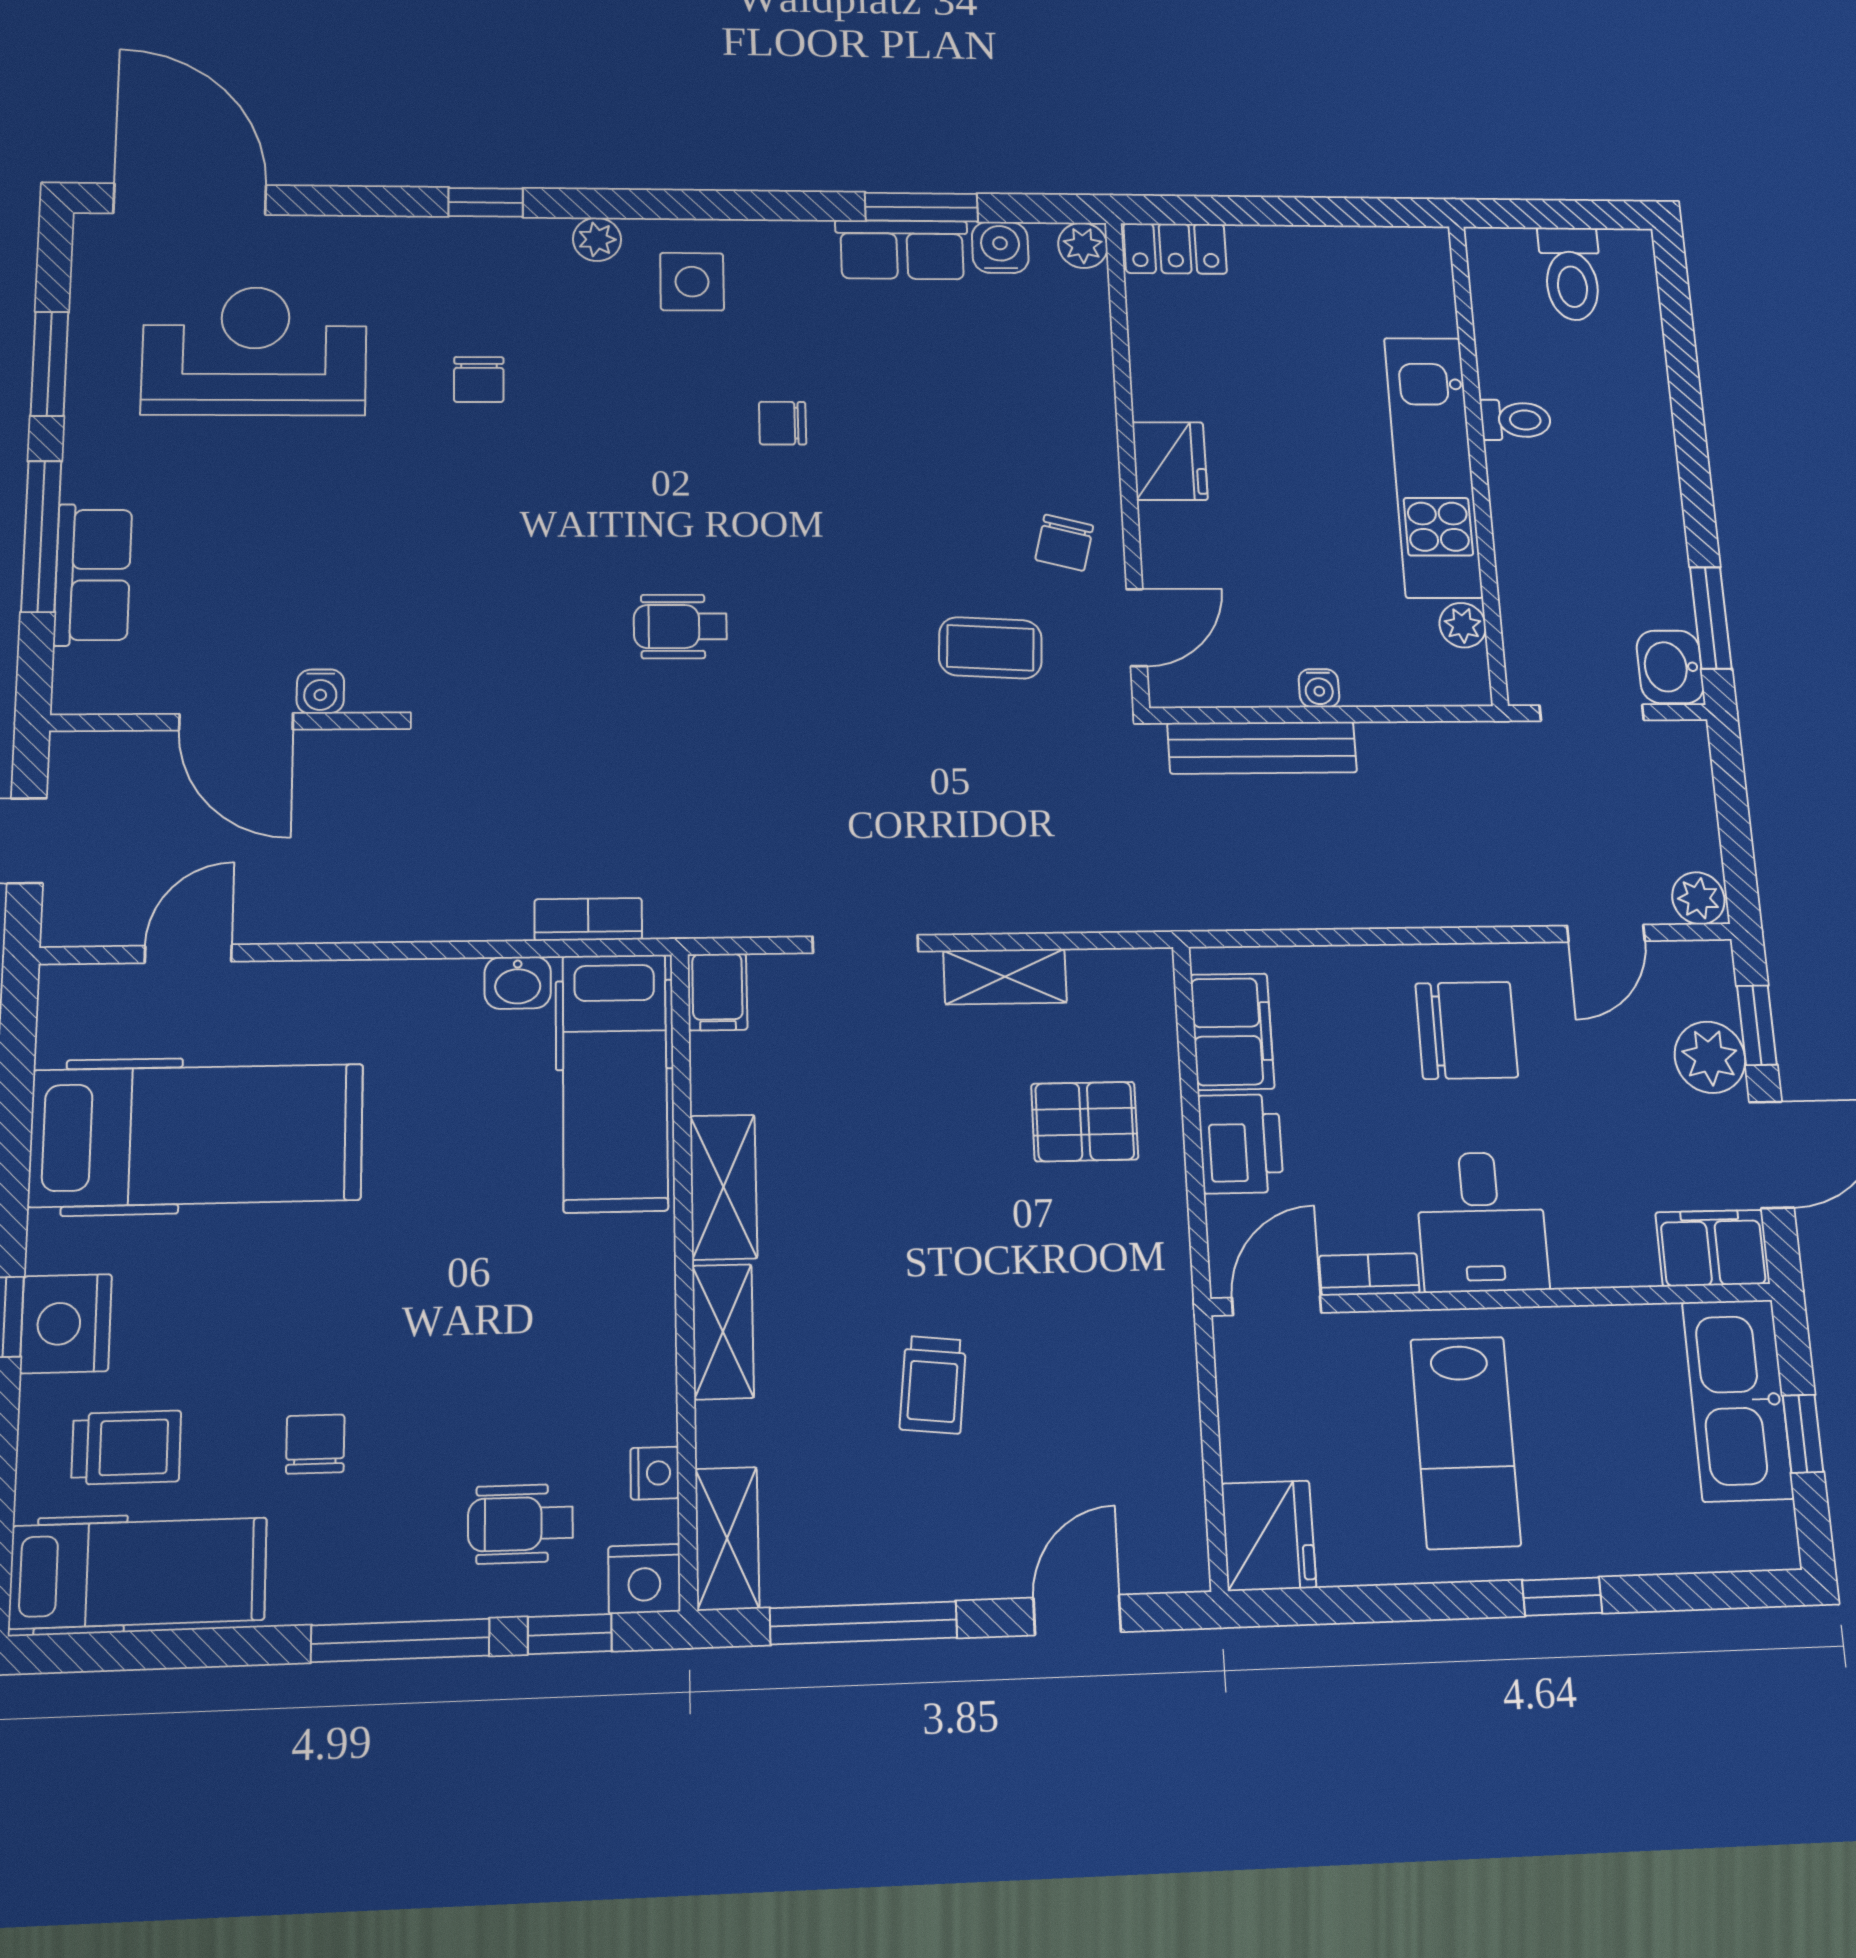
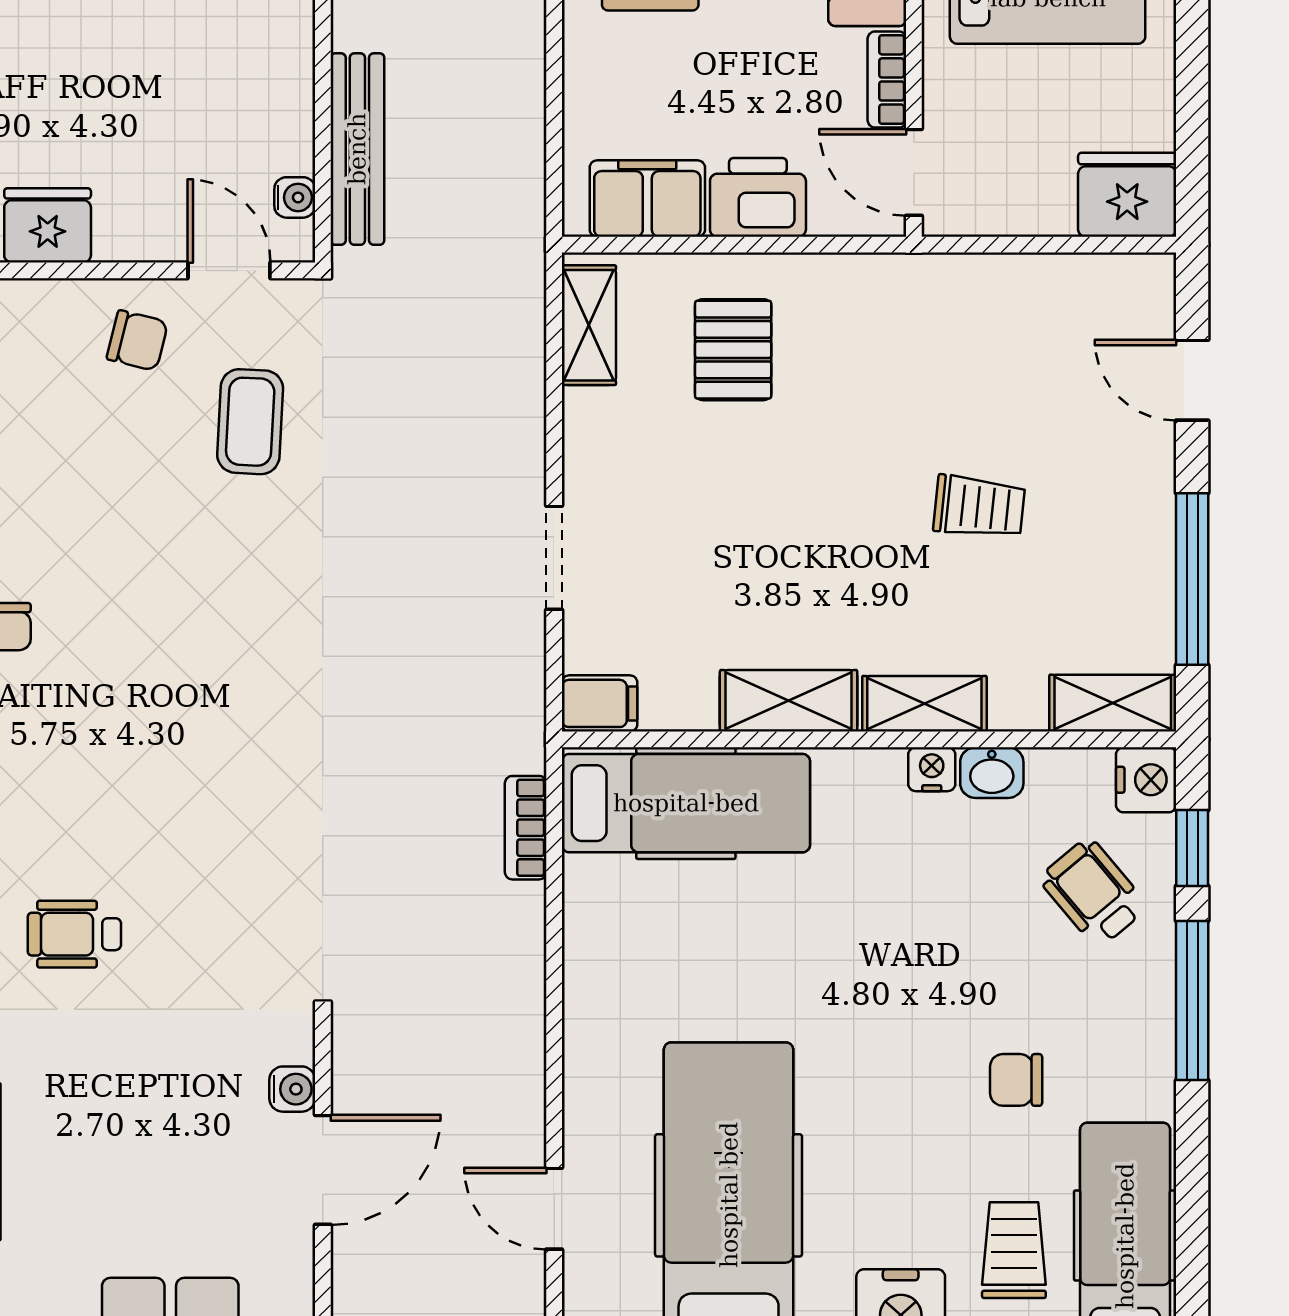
wheelchair: (680, 626) -> (74, 934), moved, turned 90
water cooler: (1319, 688) -> (295, 197), moved
shelving: (1005, 977) -> (589, 325), moved
washbasin: (518, 983) -> (992, 773), moved, turned 90
nightstand: (655, 1473) -> (932, 769), moved
wheelchair: (521, 1524) -> (1093, 893), turned 140

